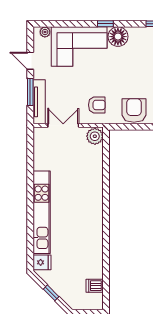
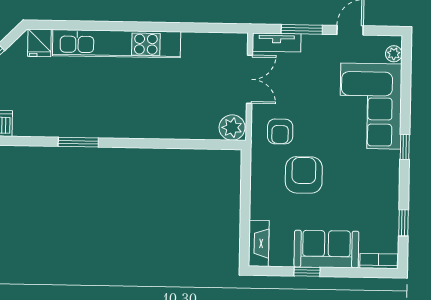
floor lamp: (118, 37) -> (385, 166), removed
tv unit: (39, 102) -> (277, 43), width x0.71
armchair: (134, 110) -> (304, 175), moved, turned -90
window: (106, 236) -> (78, 142), added

